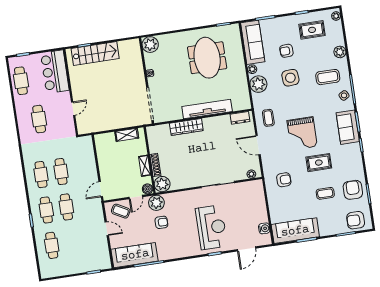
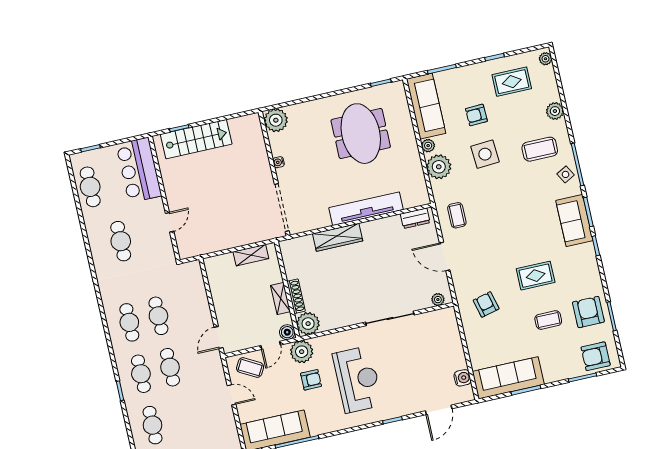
grand piano: (302, 133) -> (508, 234), removed
armchair: (284, 180) -> (486, 304), turned -103
reception desk: (211, 227) -> (358, 380), moved

